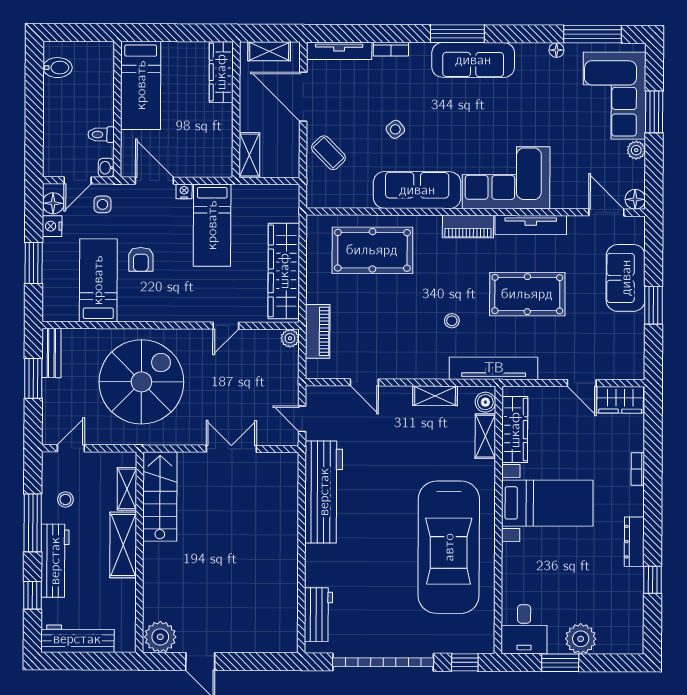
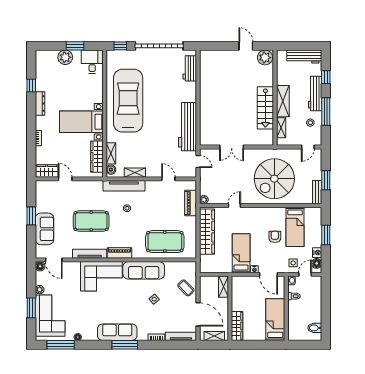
tv unit: (494, 368) -> (124, 186), moved
stairs: (160, 497) -> (265, 108), moved

